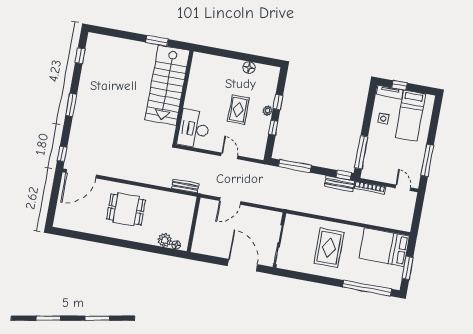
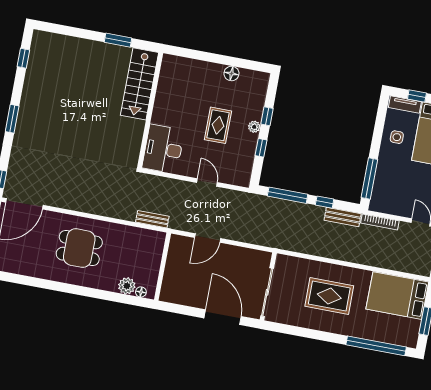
stairs: (167, 85) -> (140, 84), width x0.73, depth x0.66
window: (344, 175) -> (325, 202), moved
rug: (329, 248) -> (329, 296), turned 90

